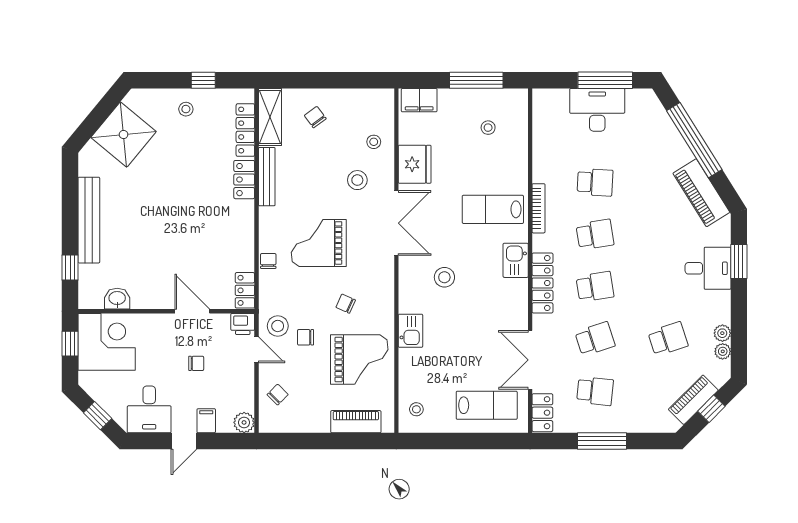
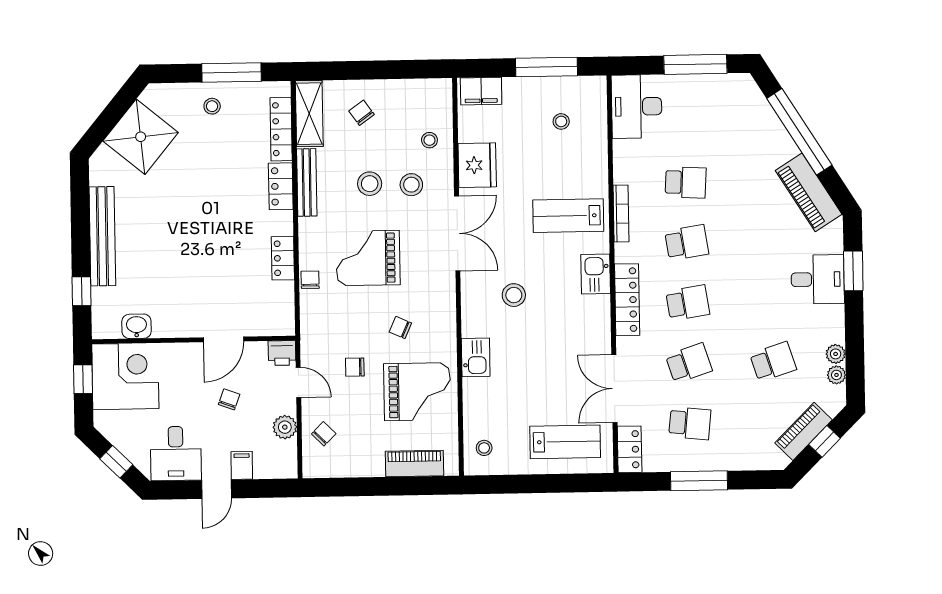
window: (203, 80) -> (231, 72), width x2.17
desk: (597, 110) -> (637, 106), moved, turned -90
locker: (245, 290) -> (283, 258), moved
door: (192, 311) -> (223, 339), swing flipped
stool: (278, 326) -> (370, 184), moved
chair: (196, 363) -> (229, 399), turned -70
plant: (244, 422) -> (285, 427), moved

